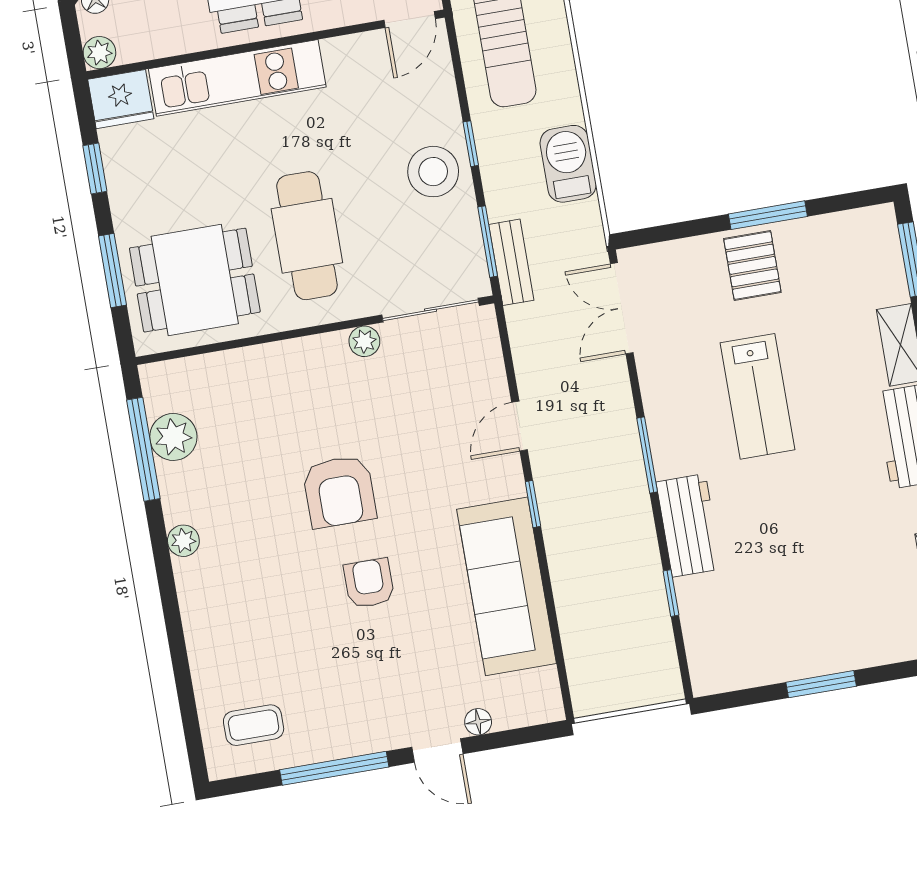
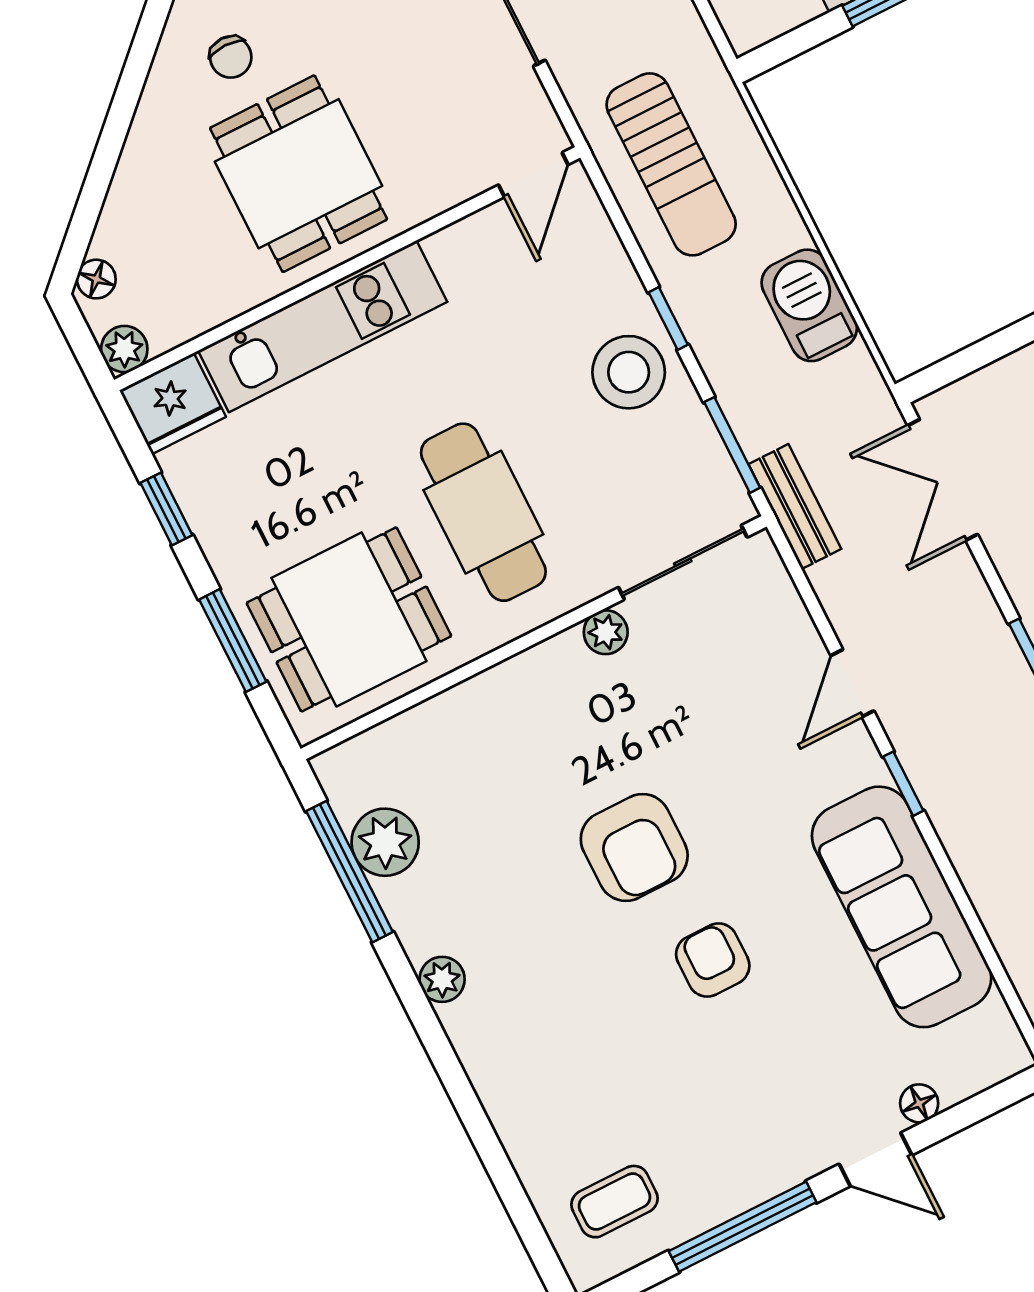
bench: (511, 262) -> (795, 507), moved

